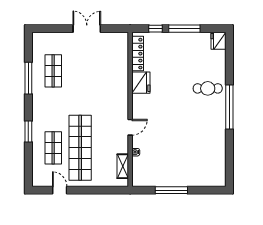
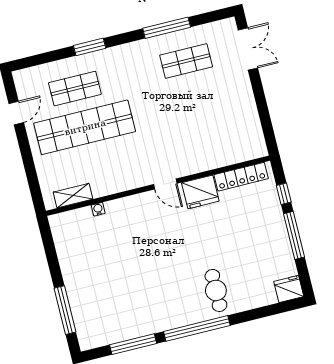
double door: (87, 29) -> (248, 49), moved
door: (130, 127) -> (165, 184), moved
window: (229, 151) -> (133, 344), added
window: (171, 190) -> (65, 310), moved

